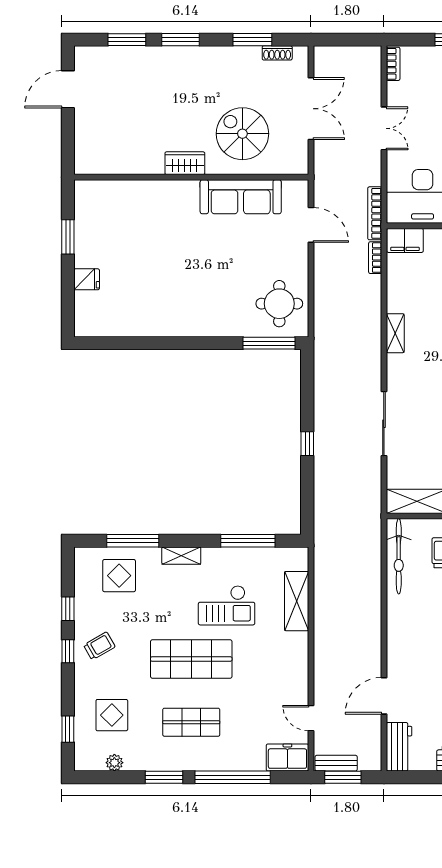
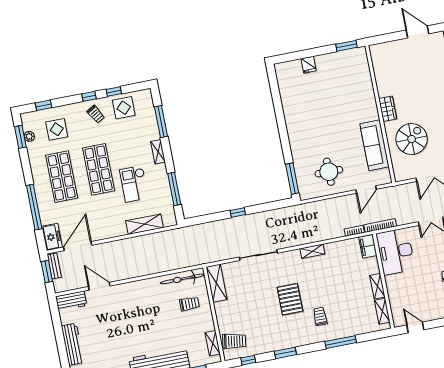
window: (68, 237) -> (347, 46), moved
round table: (279, 304) -> (329, 172), moved
display table: (119, 576) -> (124, 108), moved
door: (311, 718) -> (78, 246), width x1.88
shop shelf: (191, 722) -> (62, 177), width x1.43, depth x1.36
window: (164, 777) -> (20, 137), moved

